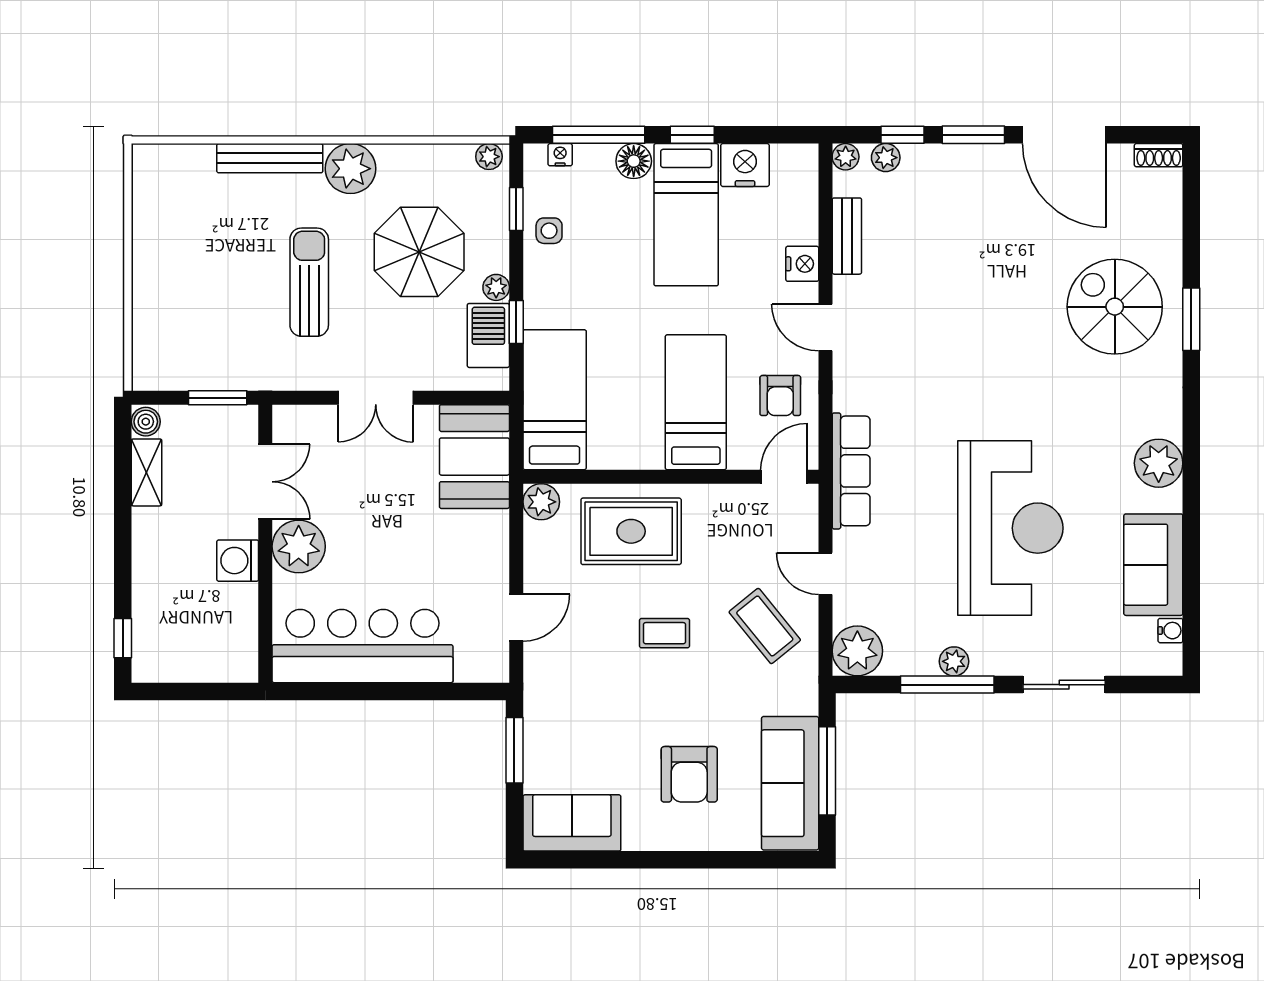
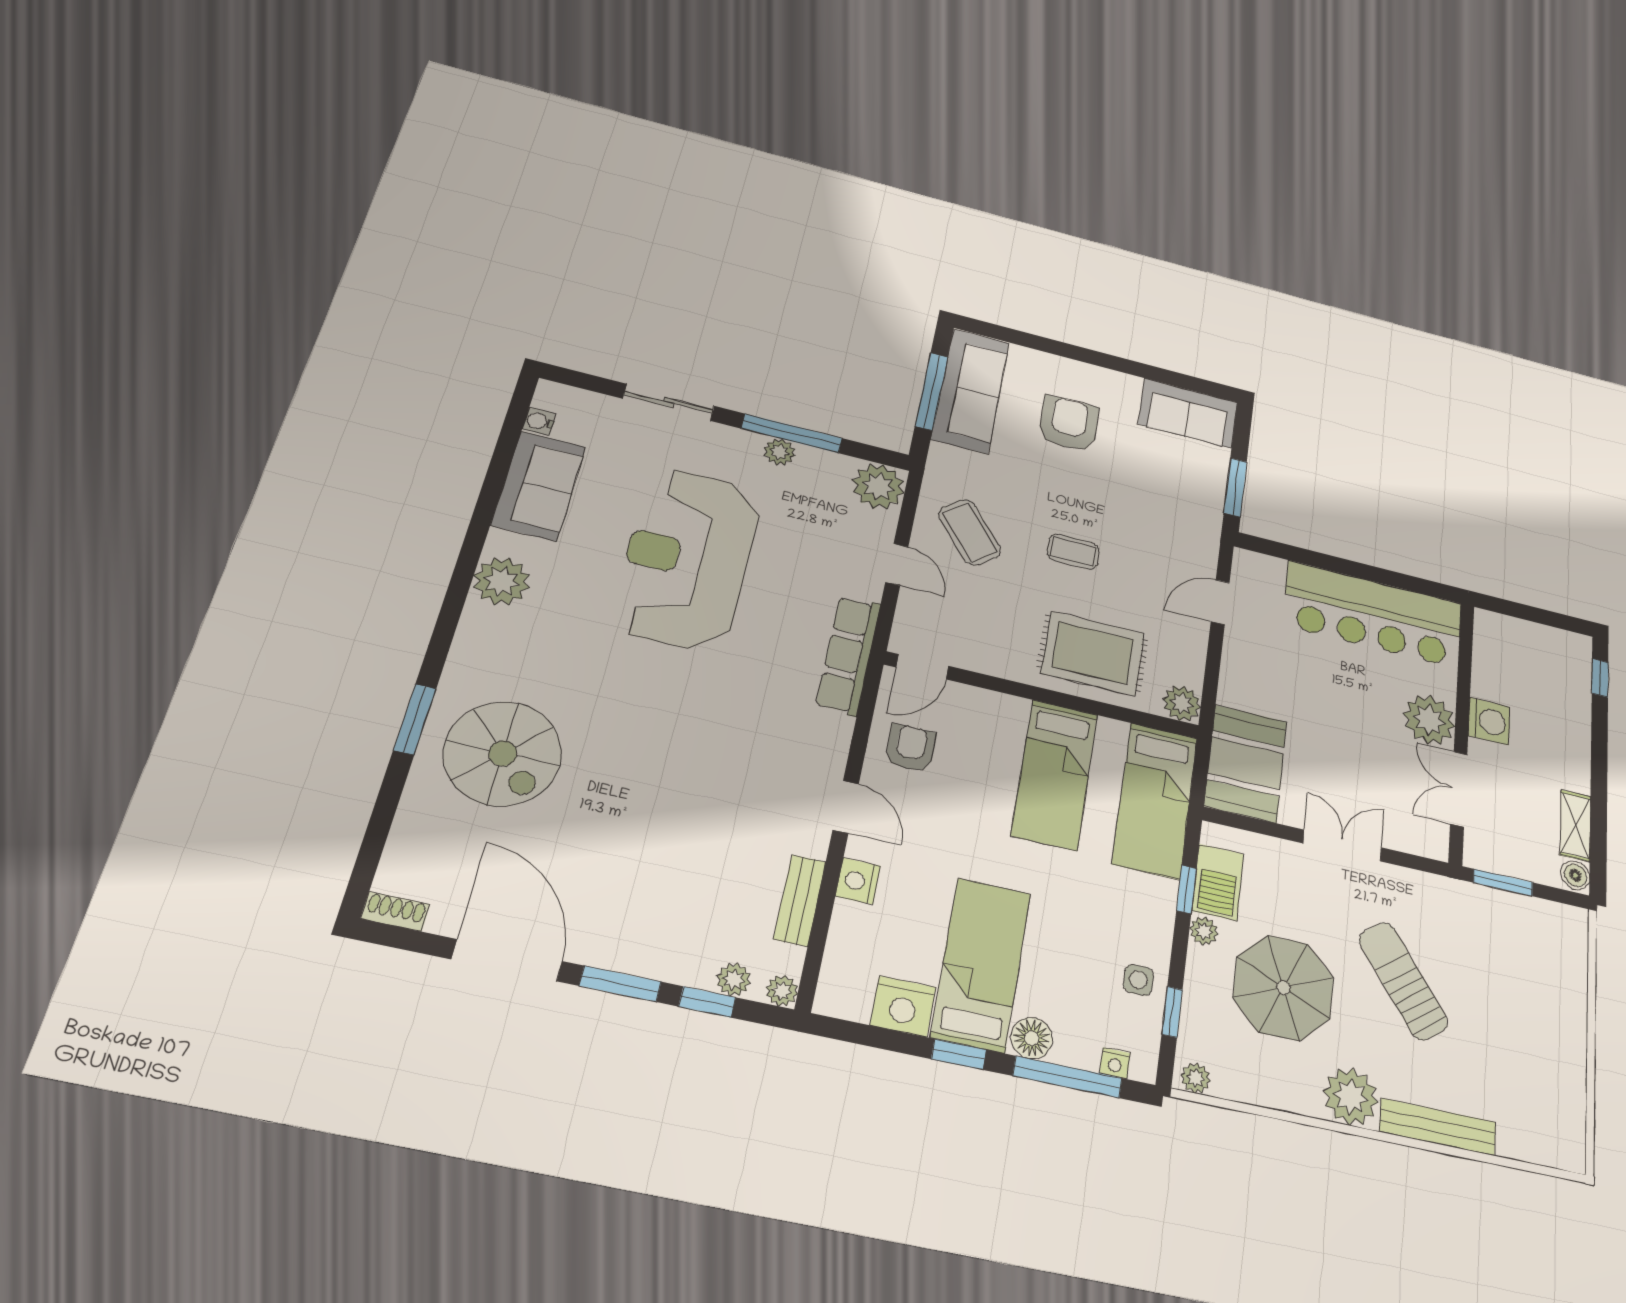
sun lounger: (309, 282) -> (1403, 981), turned 143
bed: (696, 402) -> (1055, 774), moved

